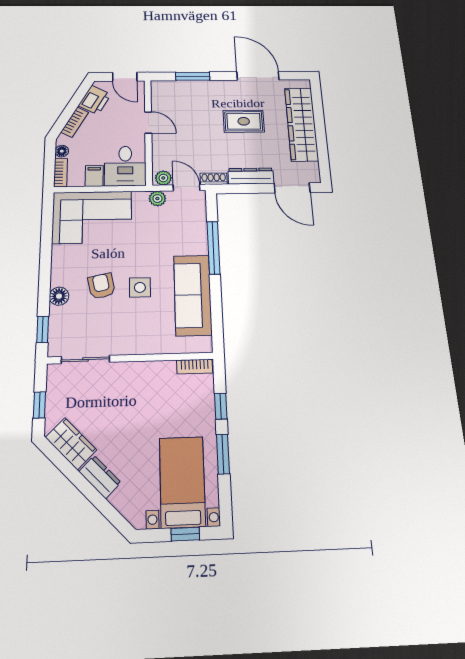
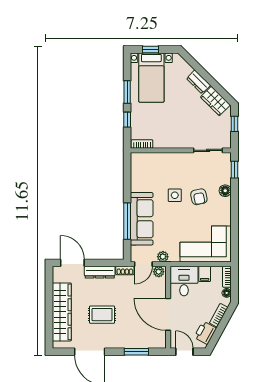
door: (148, 123) -> (168, 314), width x1.87
door: (186, 188) -> (143, 264), hinge flipped
sofa: (193, 295) -> (142, 219), moved

